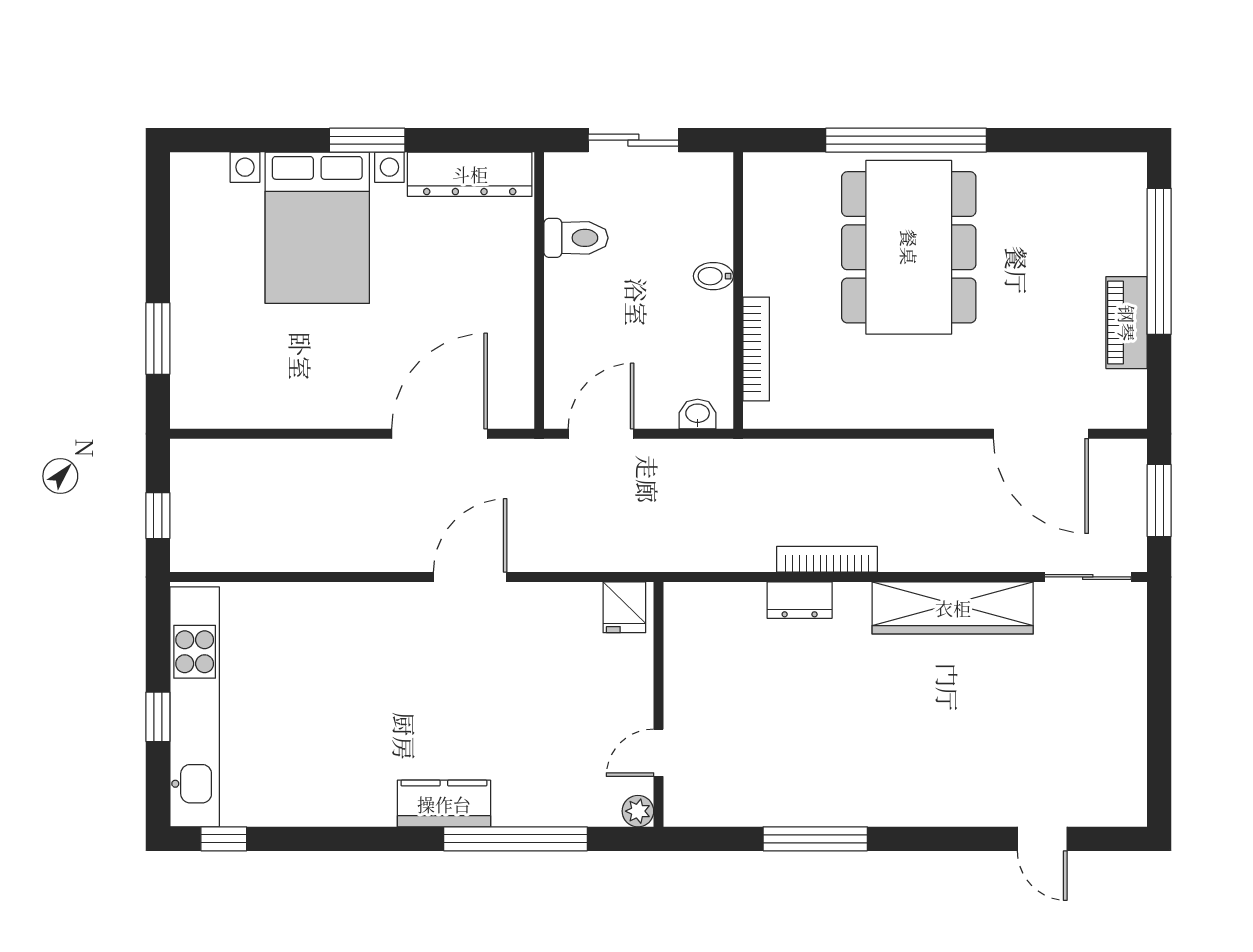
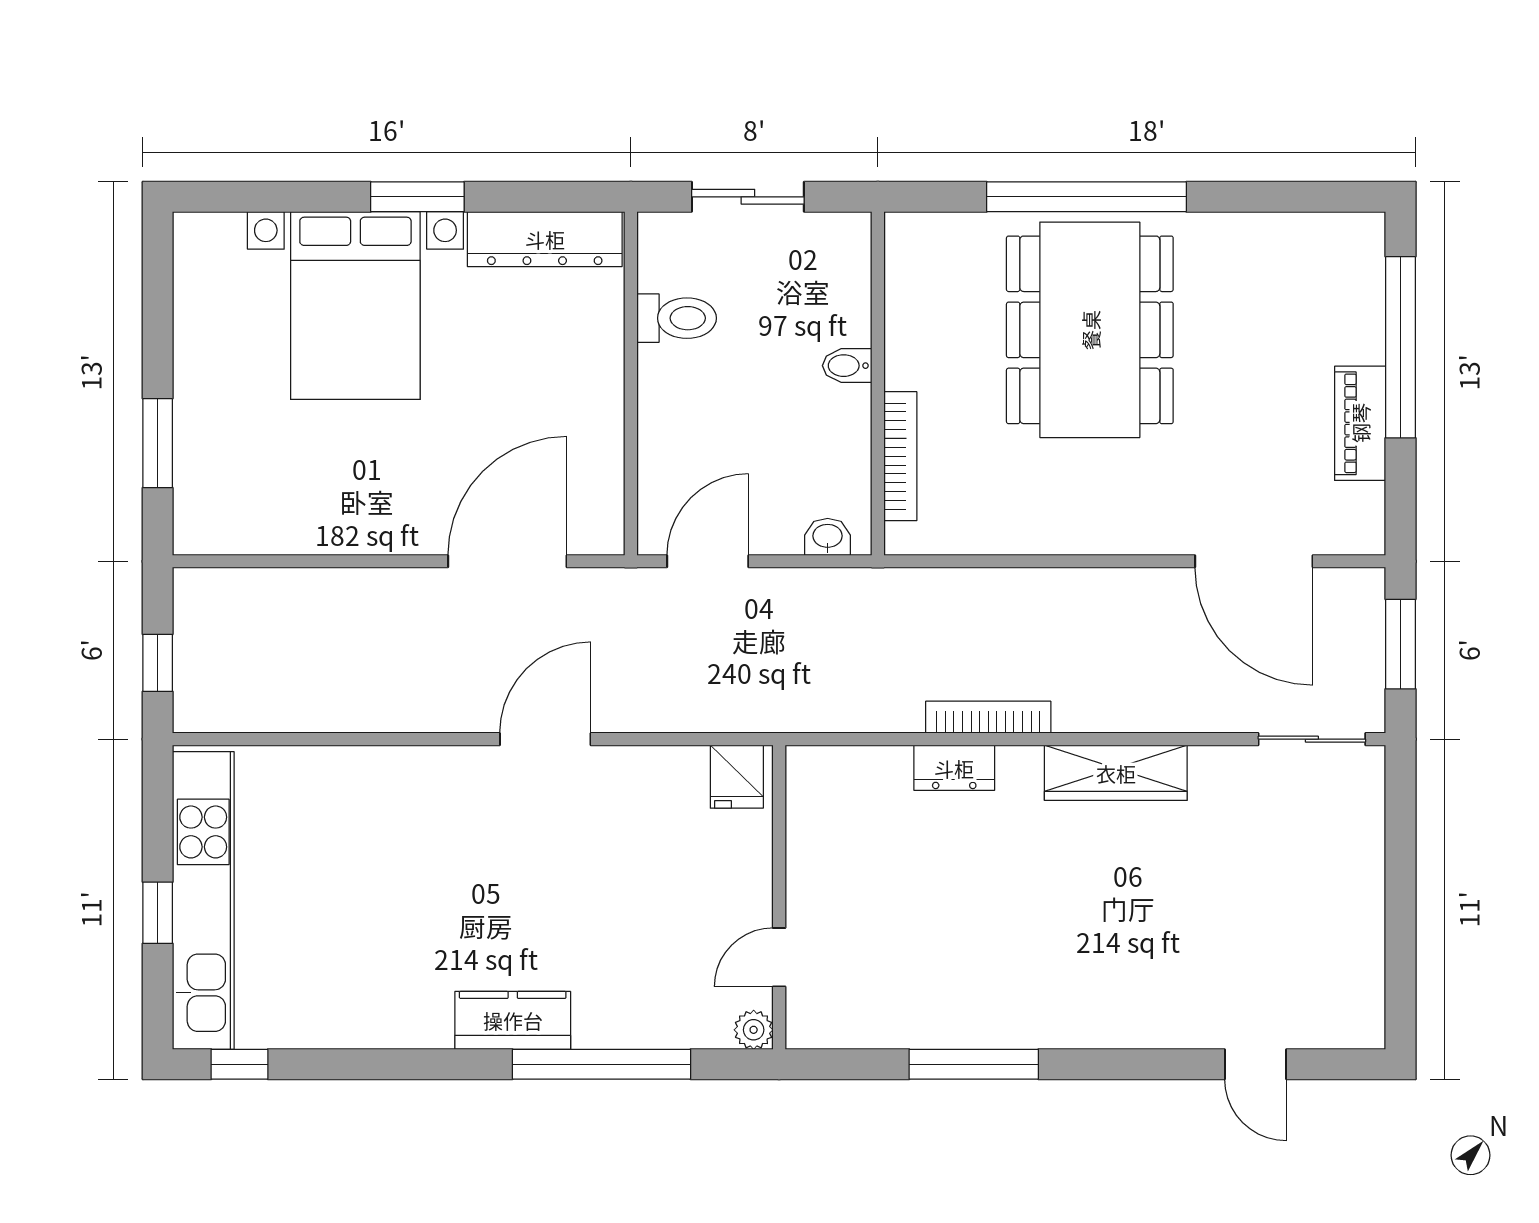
wardrobe: (953, 608) -> (1116, 773), width x0.71, depth x0.85

